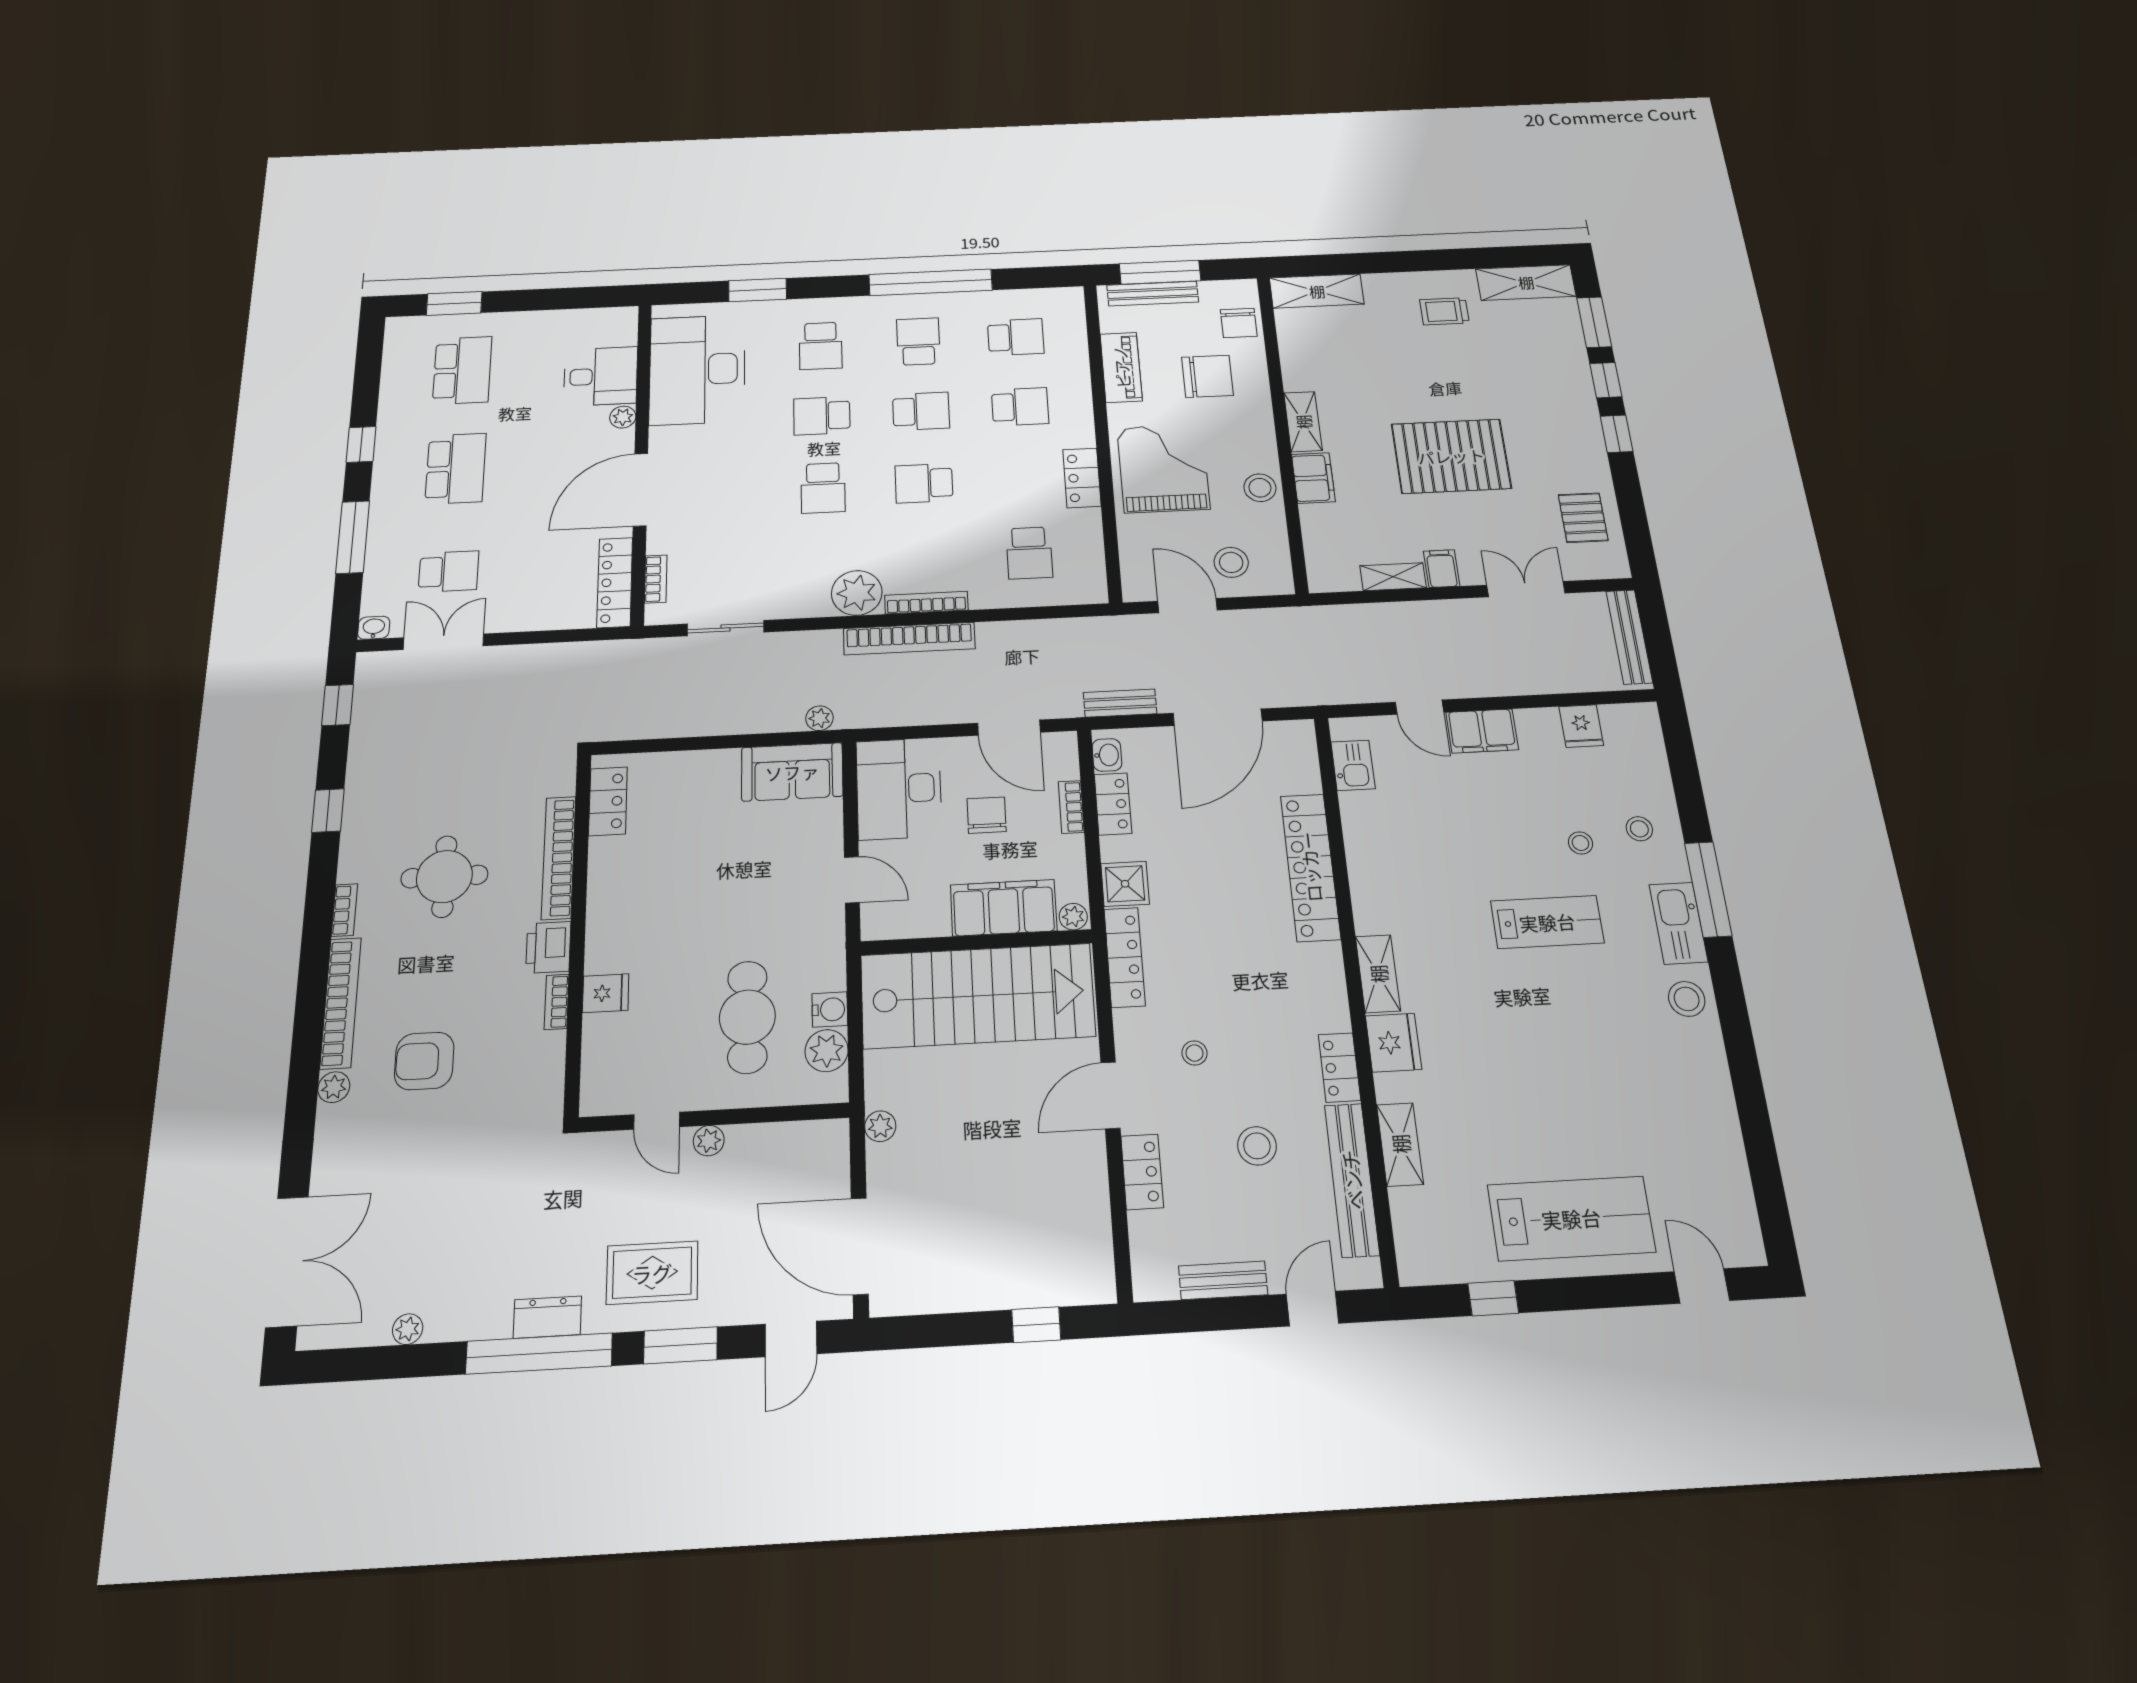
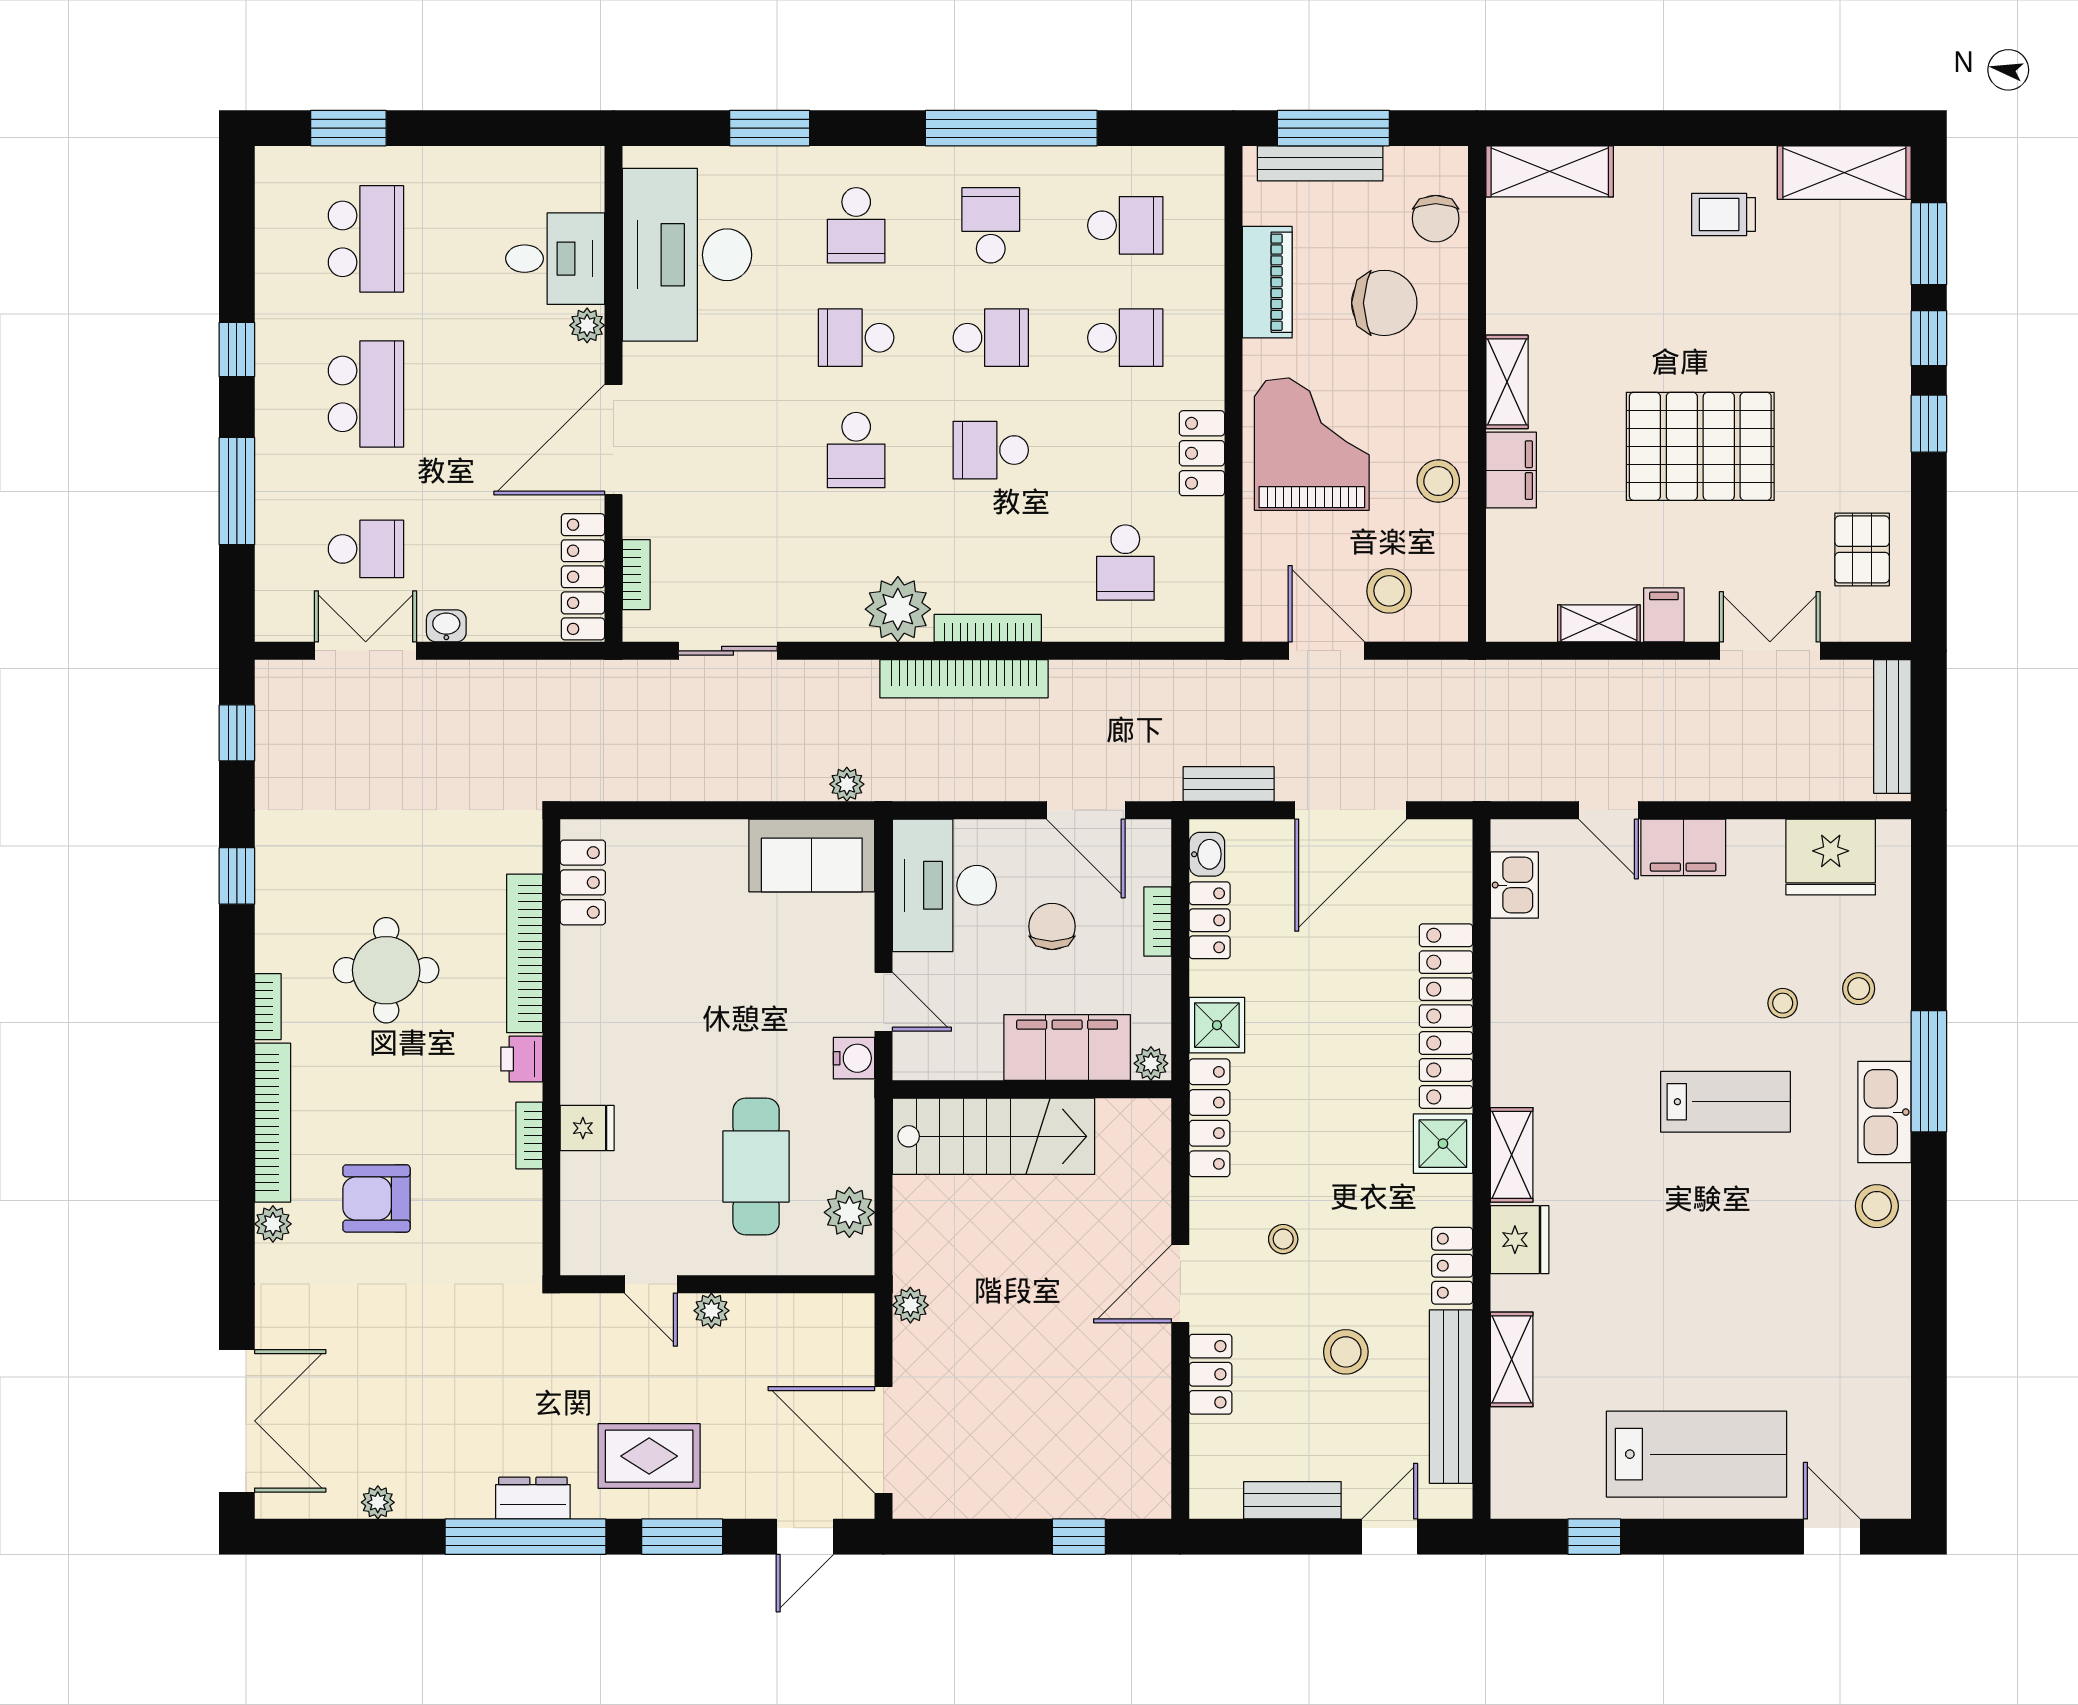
washbasin: (374, 628) -> (446, 626), moved
fridge: (1581, 726) -> (1831, 857), width x1.88, depth x1.34
printer: (548, 947) -> (522, 1059), width x0.73, depth x0.81
shower: (1320, 968) -> (1443, 1144), added
stairs: (977, 996) -> (994, 1136), width x0.73, depth x0.66
water cooler: (830, 1010) -> (854, 1058), moved

